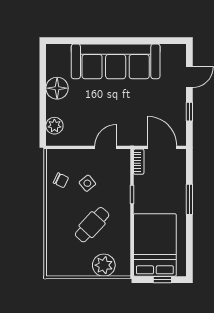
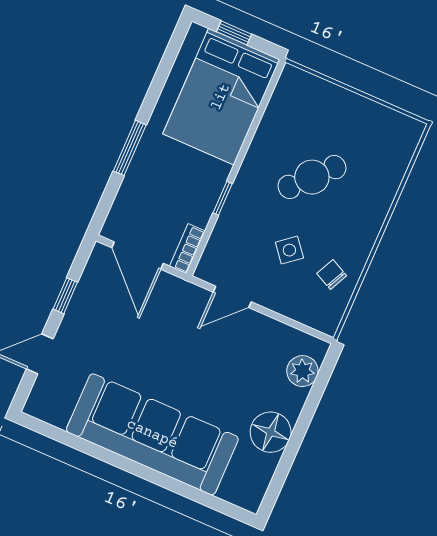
plant: (104, 265) -> (322, 100), removed

